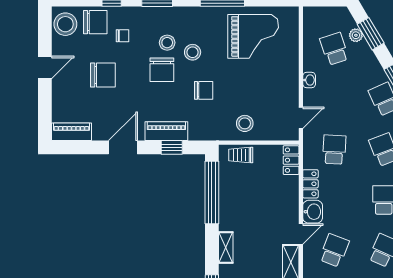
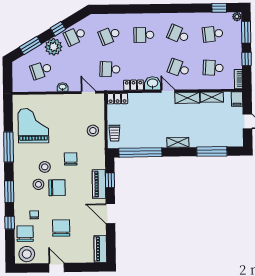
plant: (356, 35) -> (54, 47), moved, width x1.87, depth x1.87

